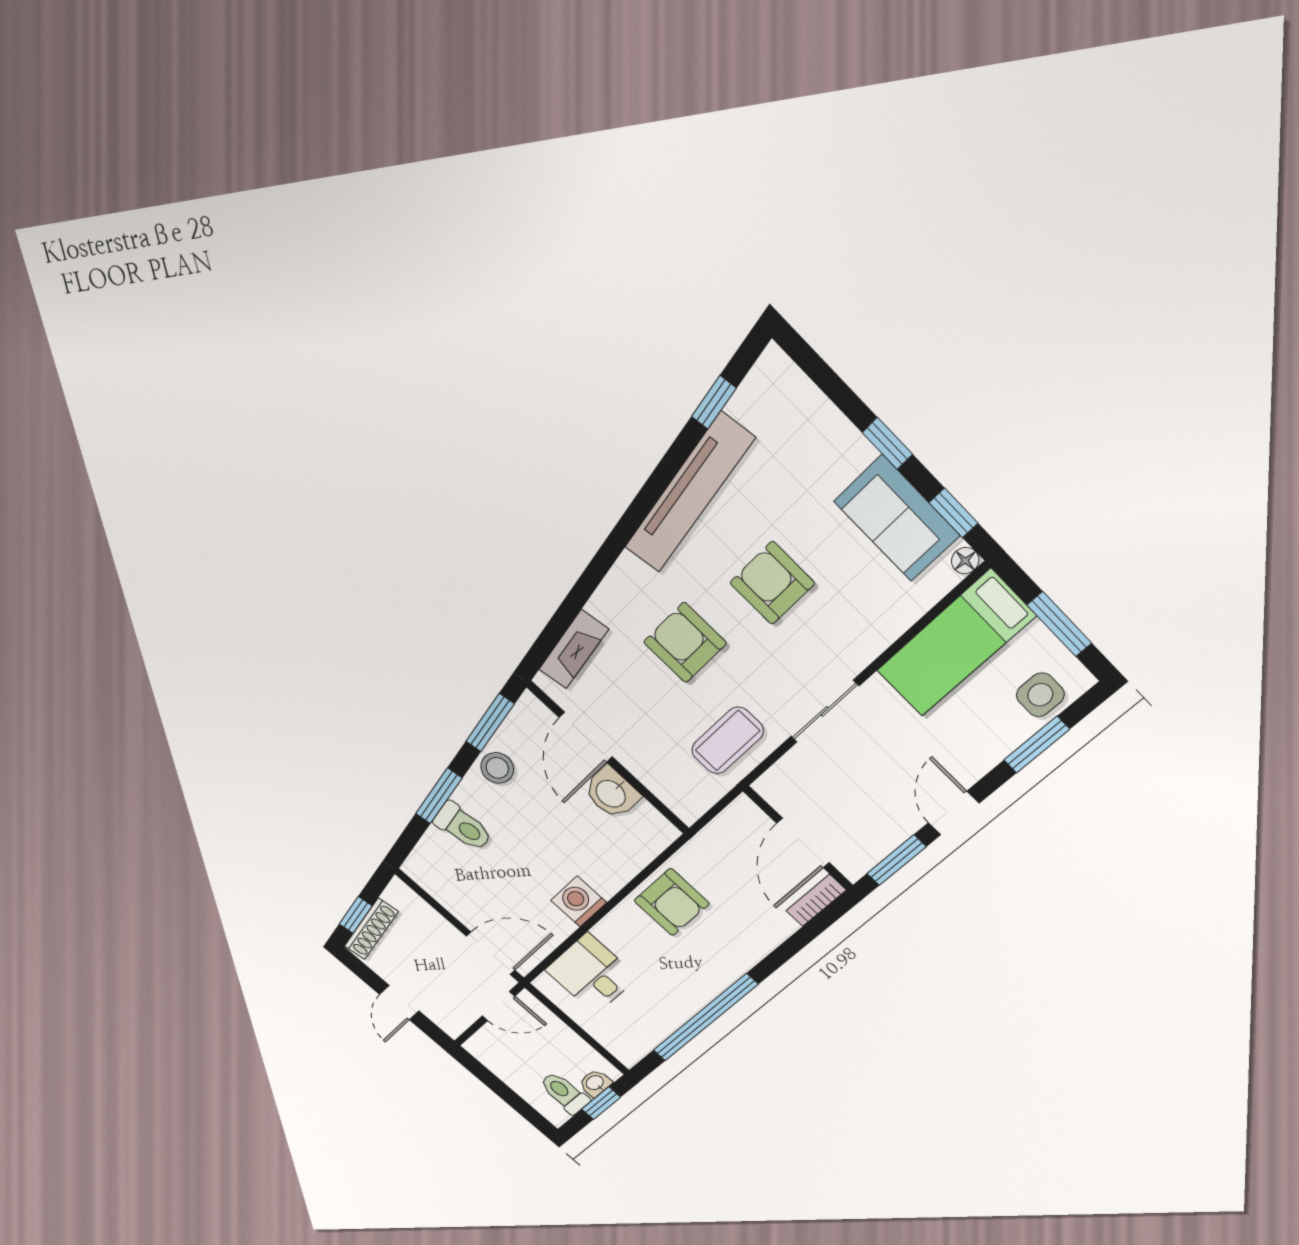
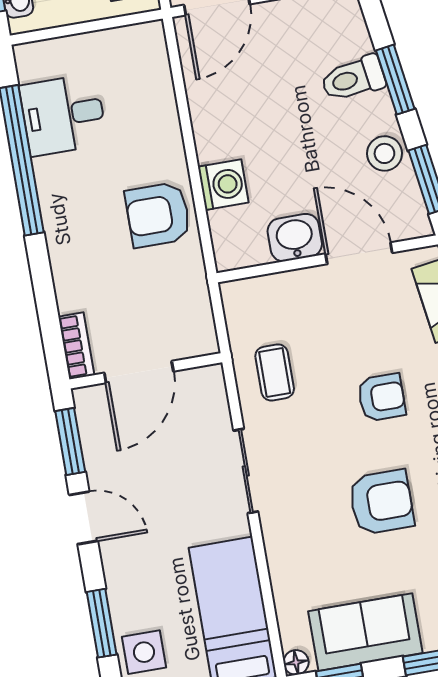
armchair: (685, 643) -> (382, 397), width x0.72, depth x0.72
coffee table: (727, 741) -> (275, 372), width x0.73, depth x0.77
door: (803, 843) -> (139, 372), swing flipped
washing machine: (579, 901) -> (223, 185), moved
desk: (592, 974) -> (63, 115), moved, turned 180

